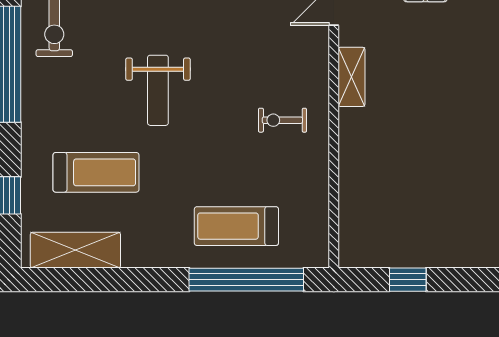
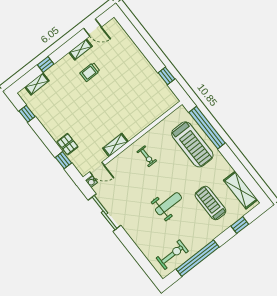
treadmill: (236, 226) -> (192, 144), width x1.37, depth x1.38

